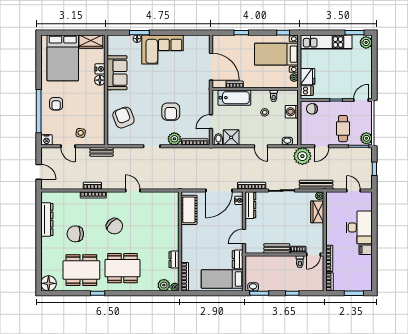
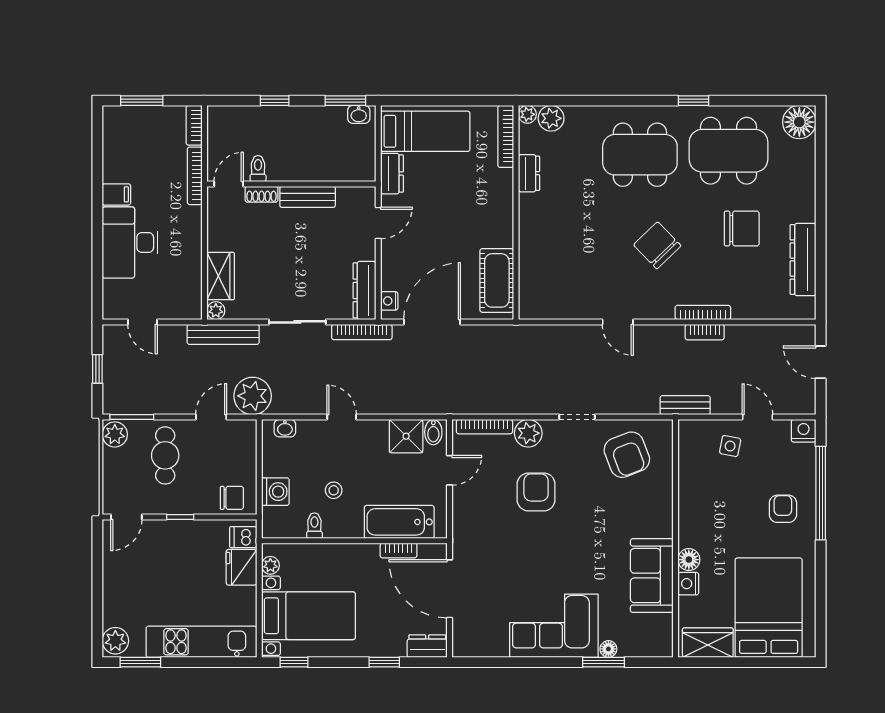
dresser: (221, 40) -> (427, 646), added
armchair: (123, 118) -> (627, 455), moved

